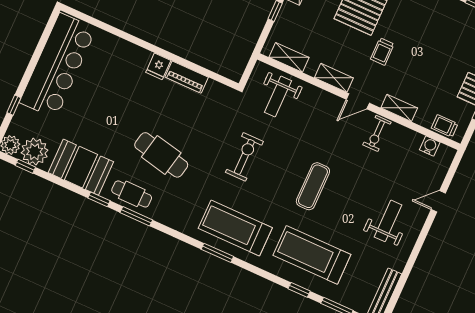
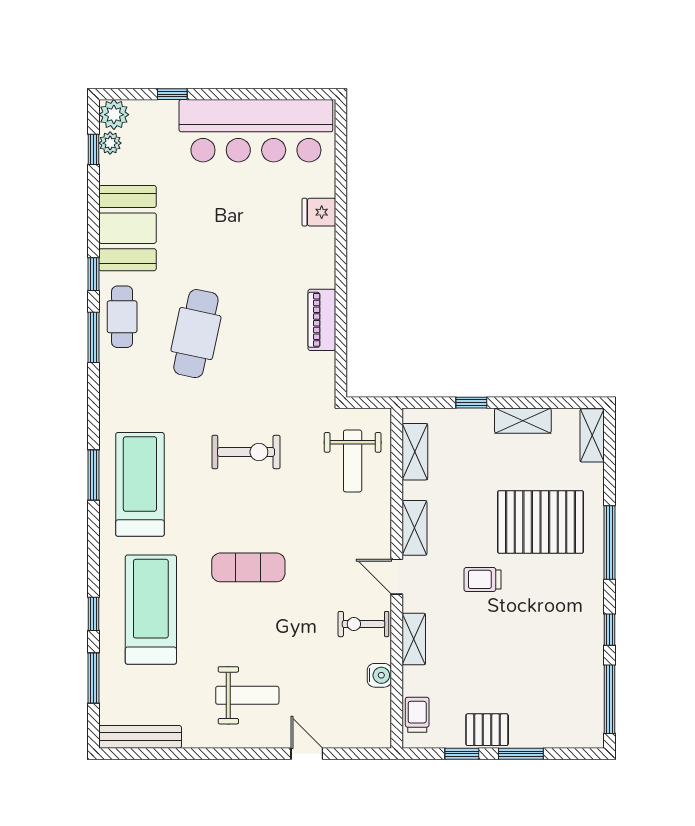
fridge: (158, 66) -> (319, 212), moved
weight bench: (278, 97) -> (353, 461), turned -90
water cooler: (430, 146) -> (379, 675), moved
plant: (35, 152) -> (110, 143), width x0.53, depth x0.53

